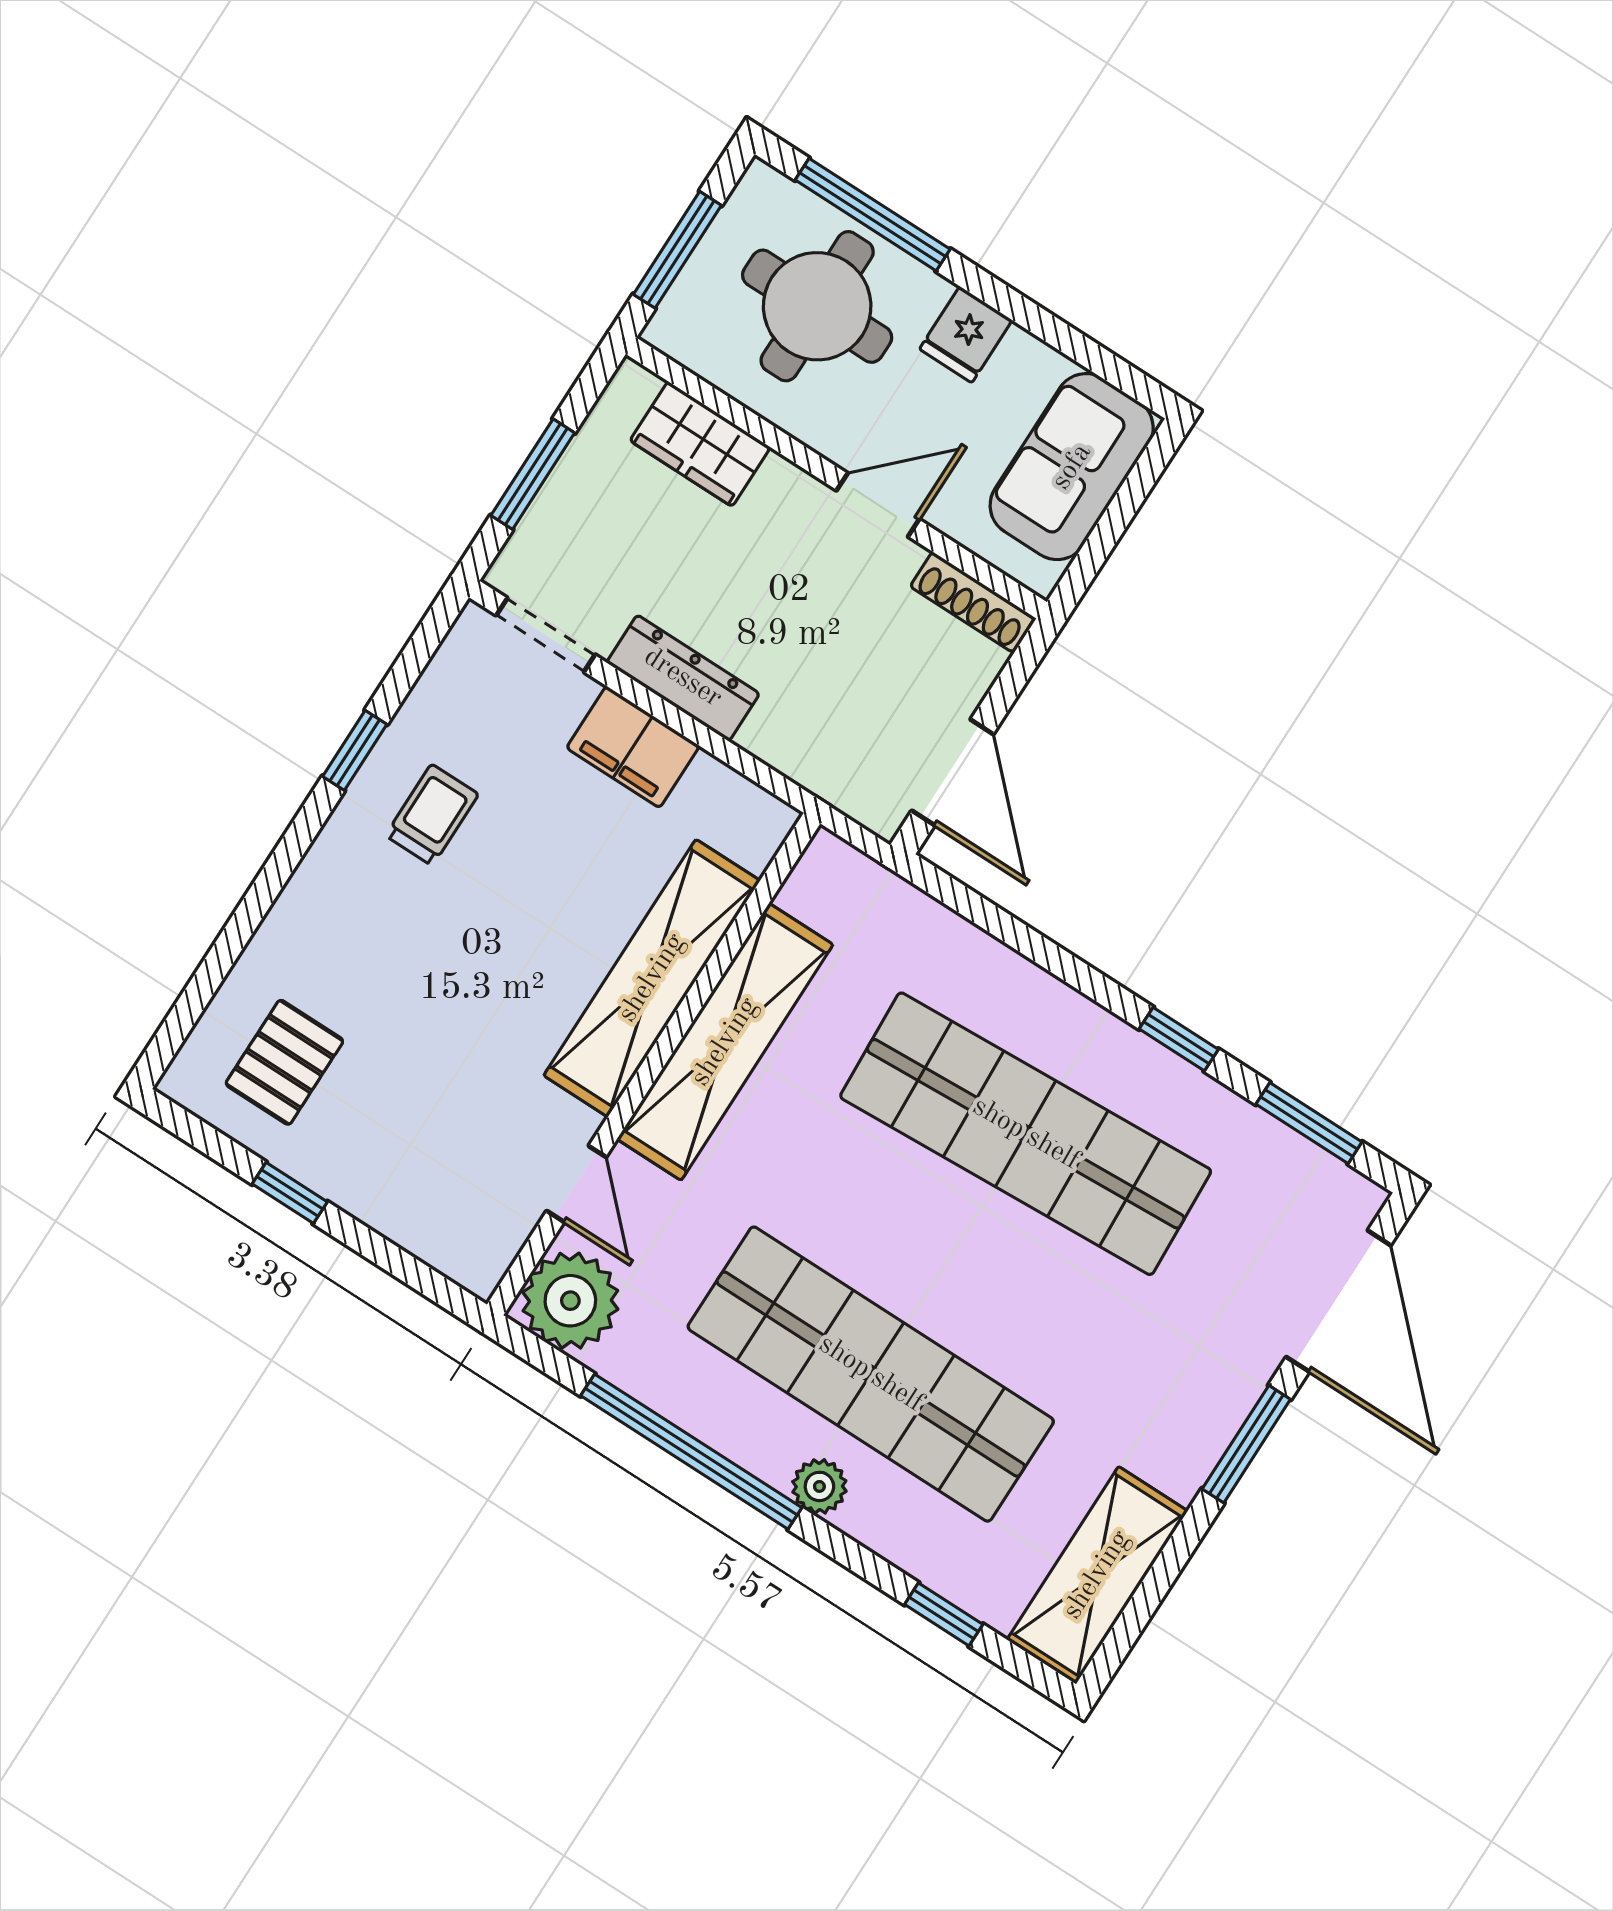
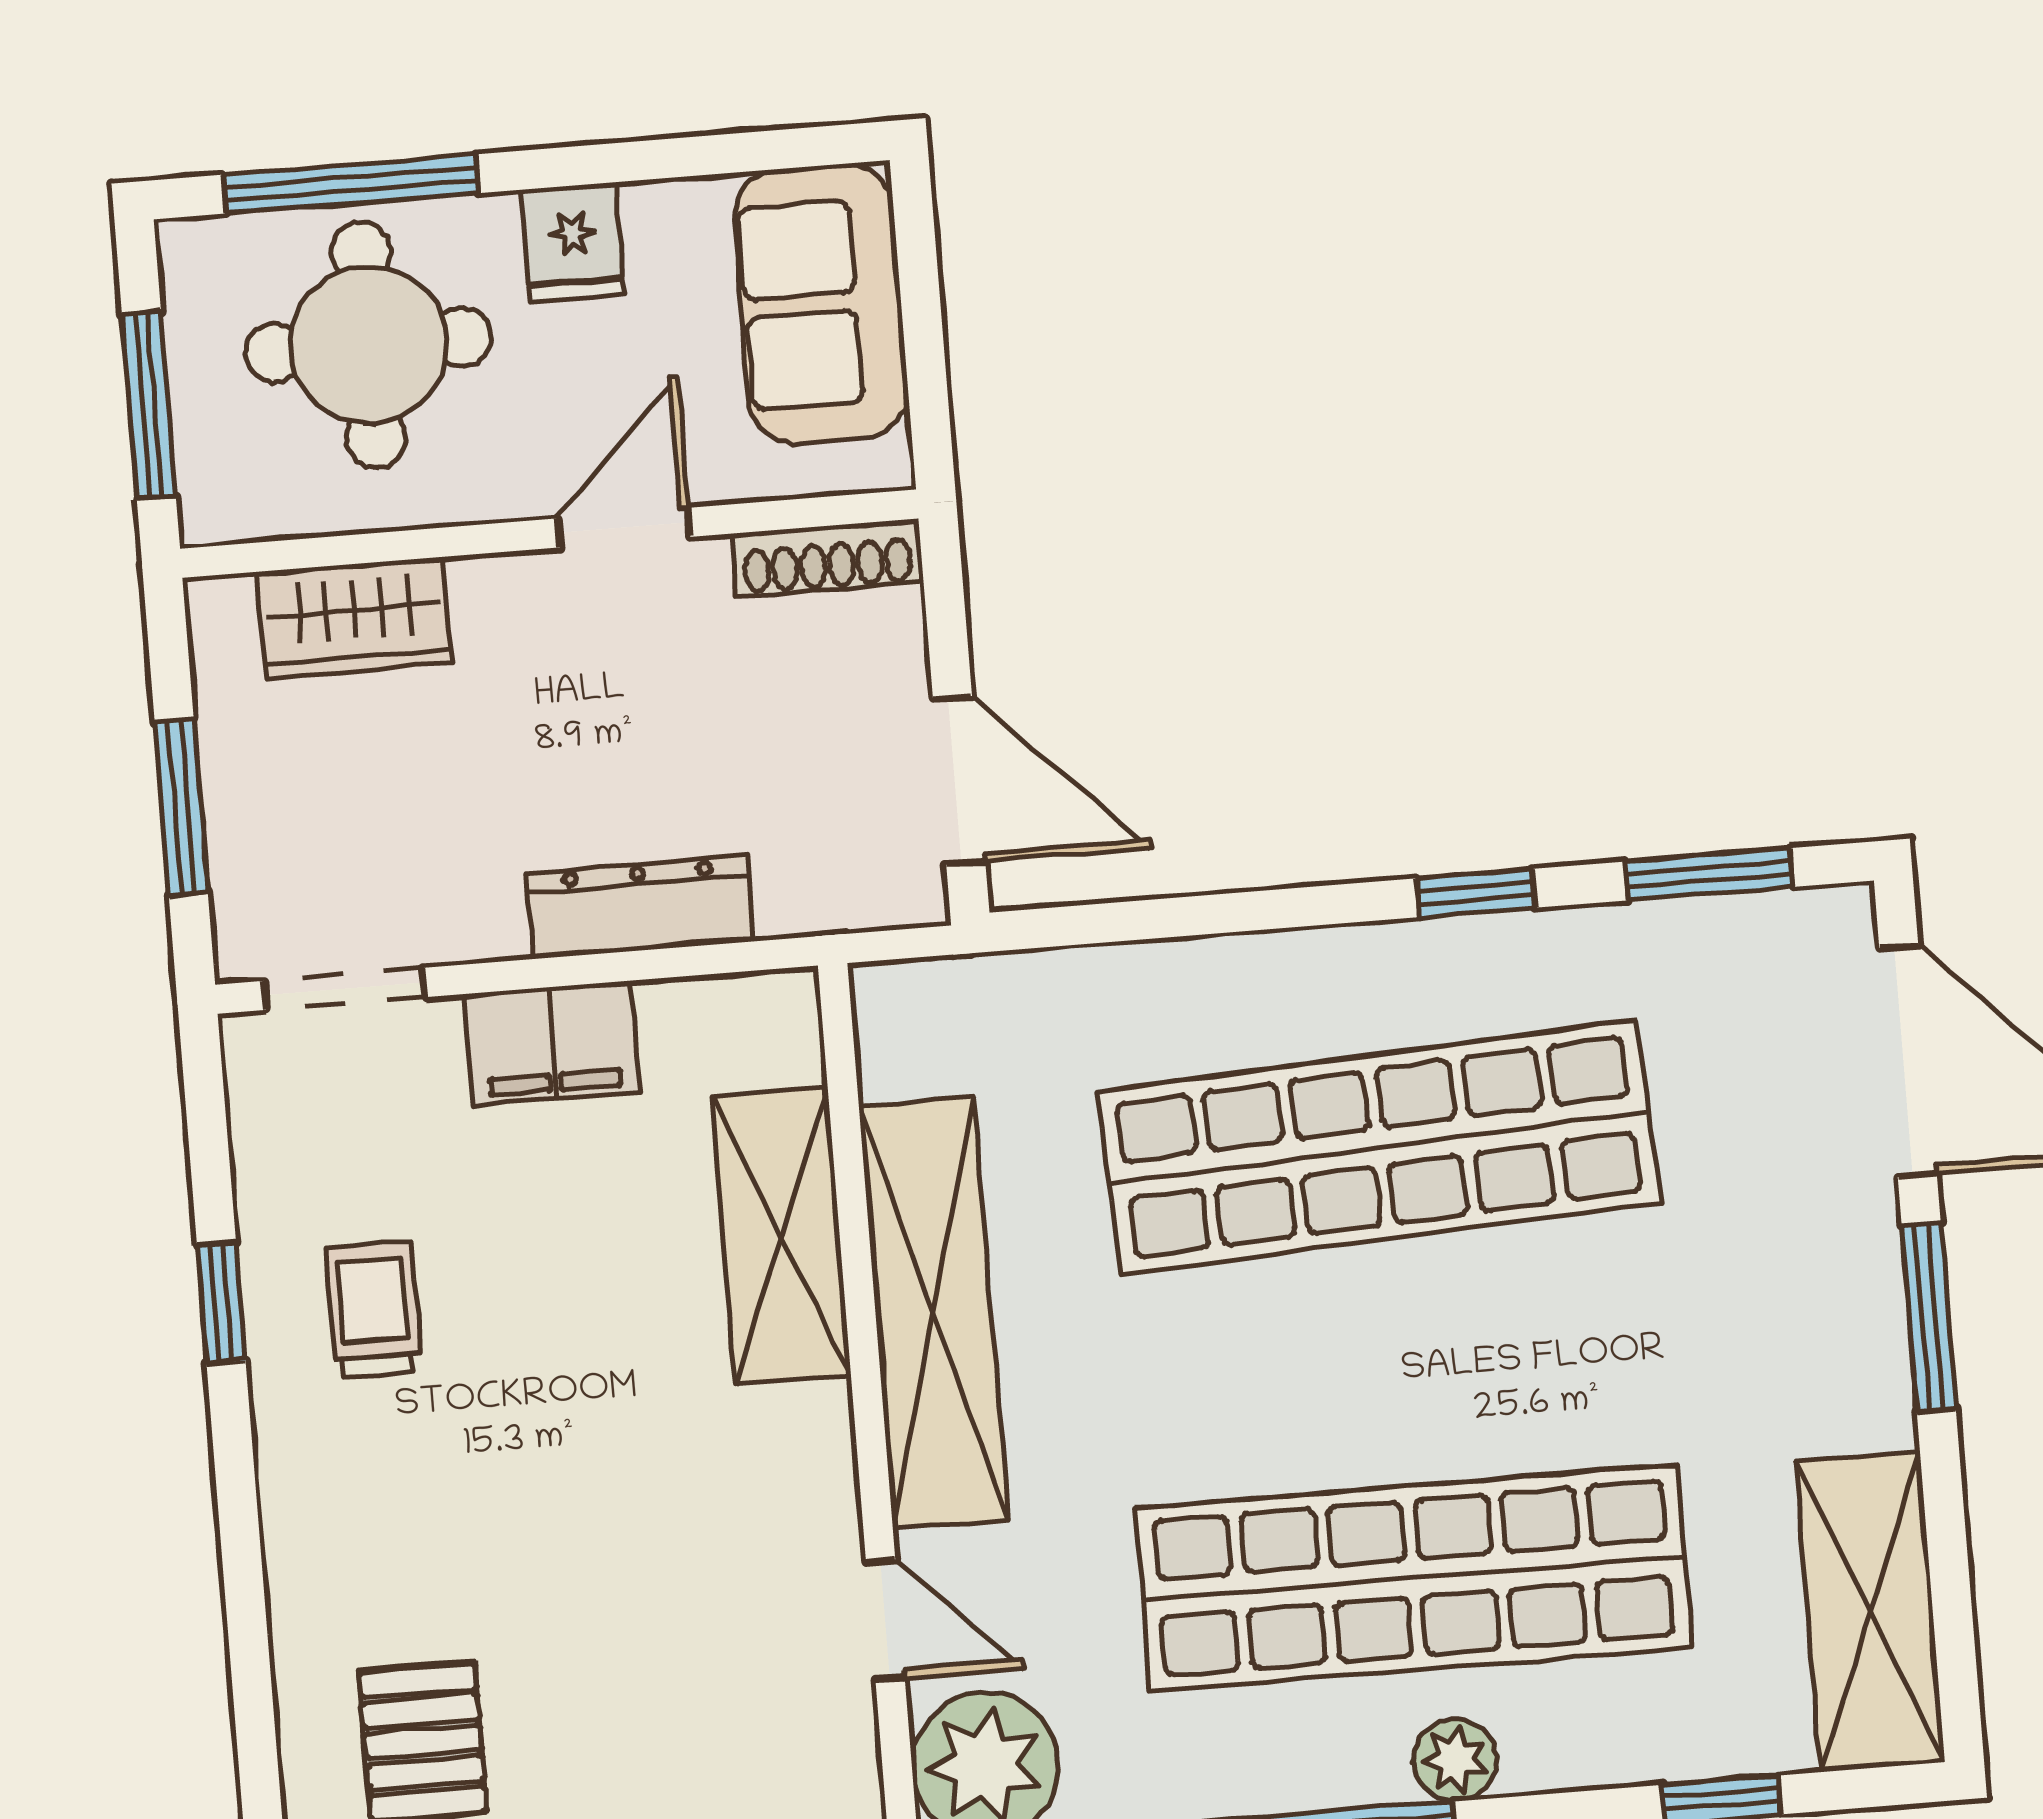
dresser: (683, 678) -> (640, 907), moved
shelving: (652, 978) -> (782, 1236), width x0.68

